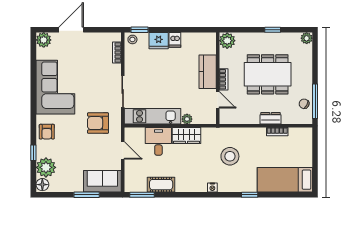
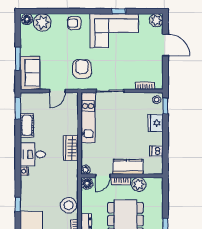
dishwasher: (175, 40) -> (156, 151), moved
plant: (227, 41) -> (139, 184), moved
floor lamp: (226, 118) -> (87, 183), added
plant: (187, 119) -> (86, 170), moved
desk: (158, 141) -> (33, 154), moved, turned 180
window: (33, 153) -> (119, 11), moved
stool: (230, 156) -> (69, 205), moved

